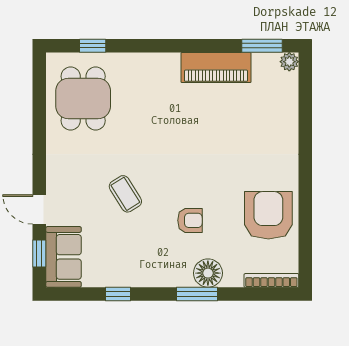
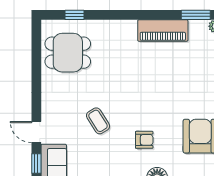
dining table: (83, 98) -> (68, 53), turned 90

